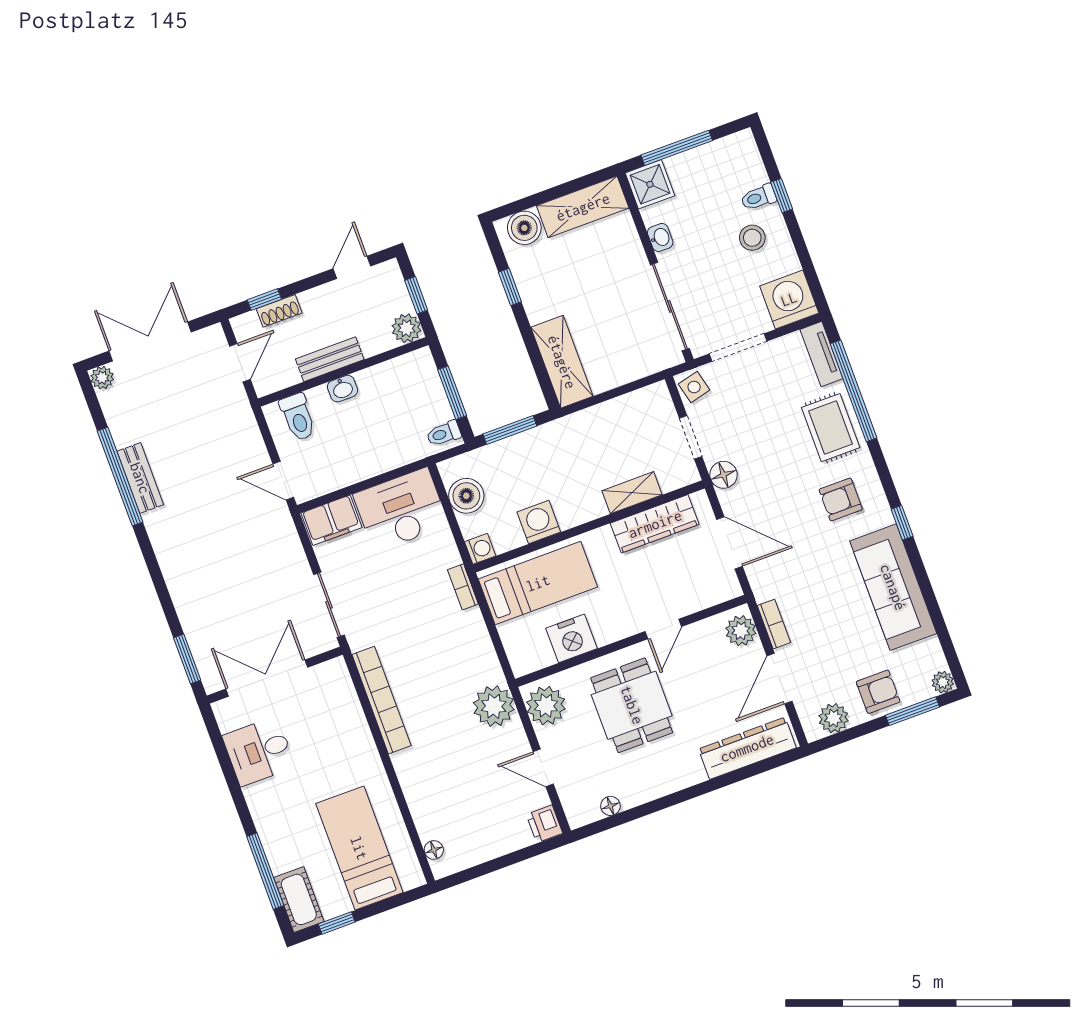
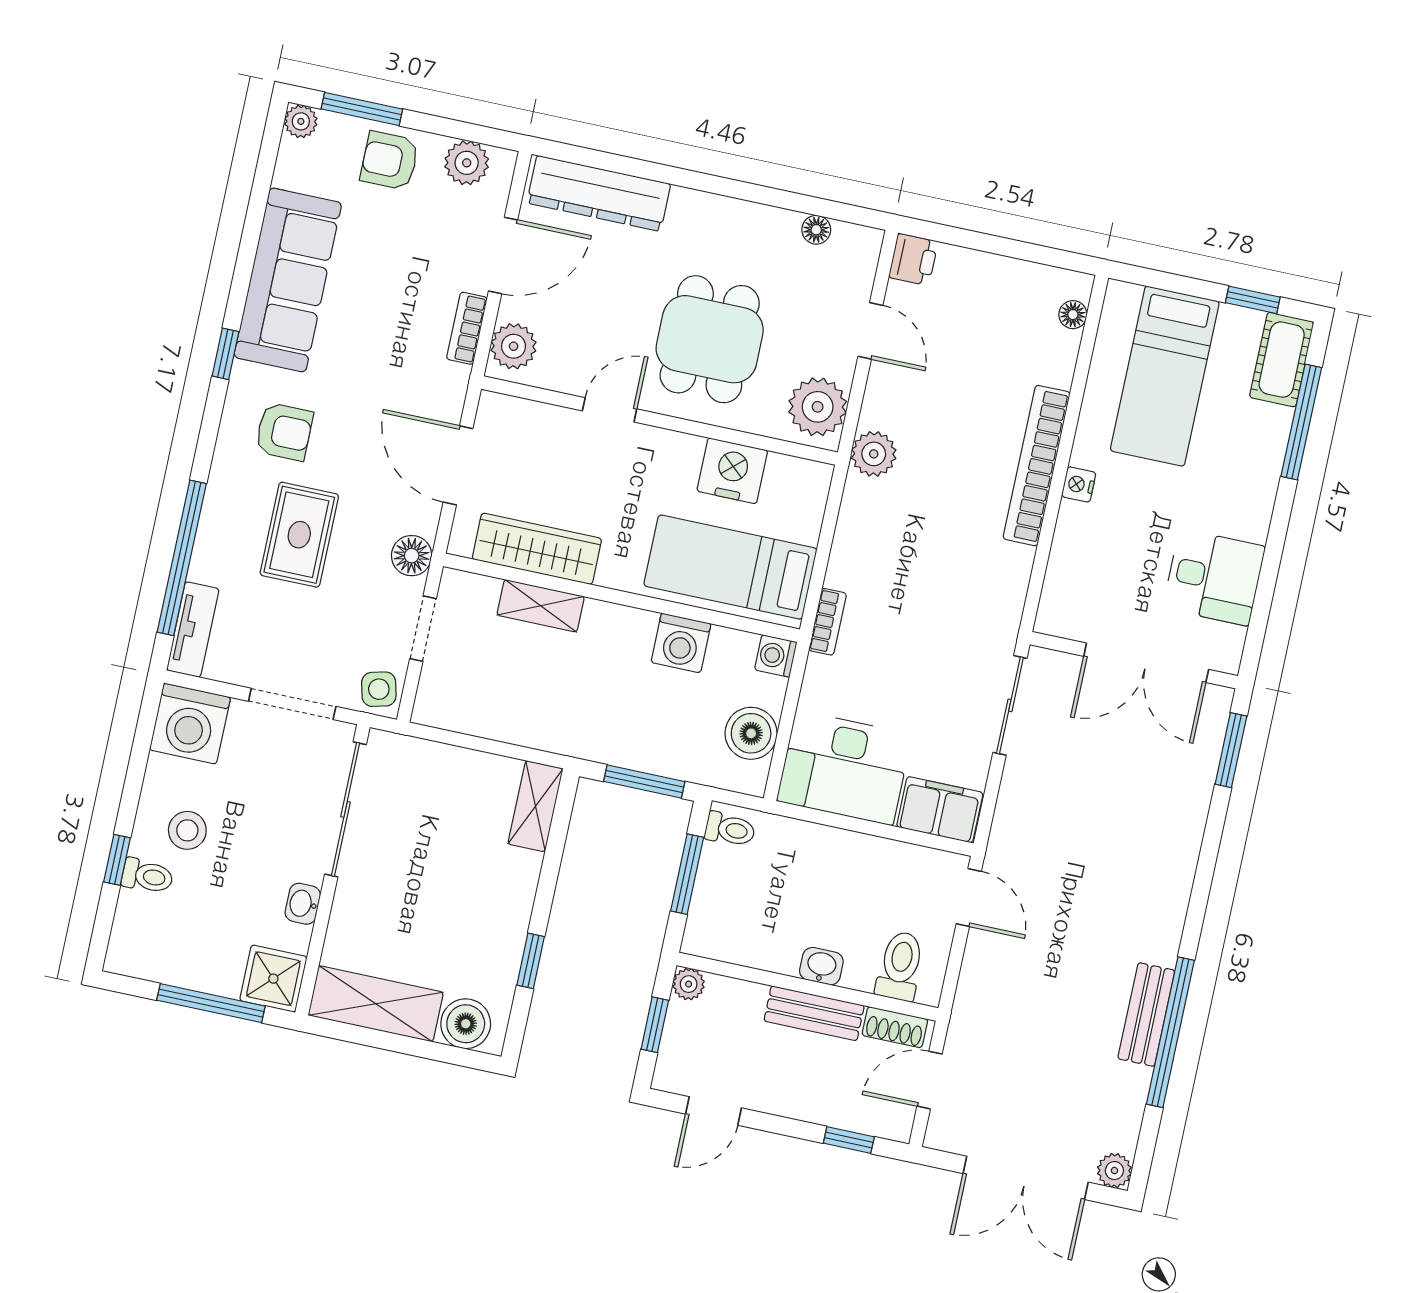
shoe rack: (279, 311) -> (895, 1027), moved, turned 180
plant: (406, 328) -> (689, 984), width x0.73, depth x0.73
shelving: (562, 362) -> (535, 806), width x0.67, depth x0.75
rug: (831, 428) -> (299, 535), moved
bookcase: (381, 700) -> (1037, 466), moved
plant: (494, 706) -> (874, 454), width x0.73, depth x0.73
nightstand: (369, 755) -> (1079, 484), added

